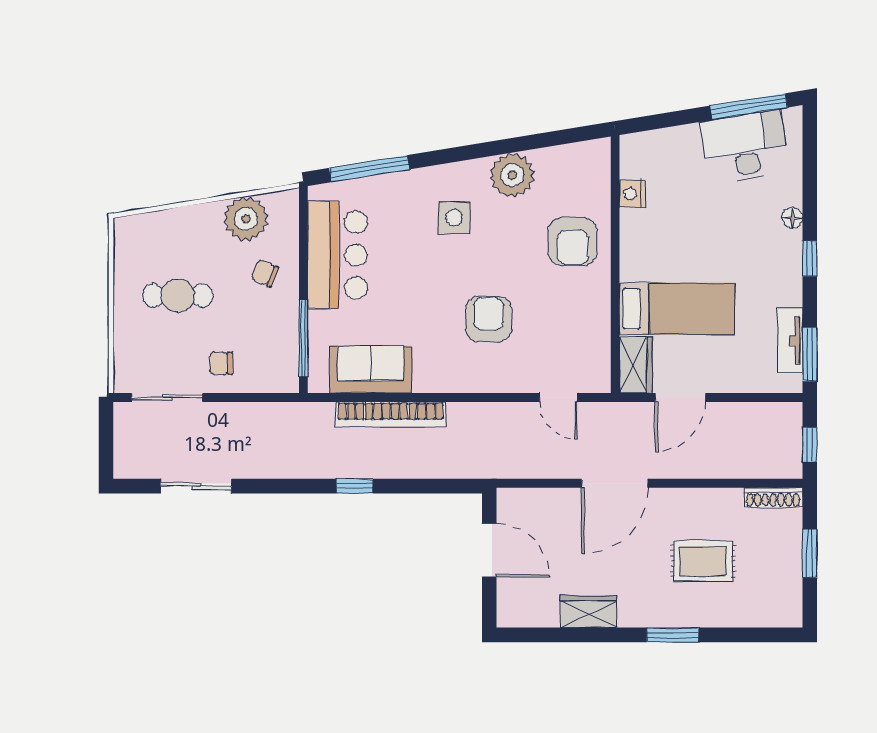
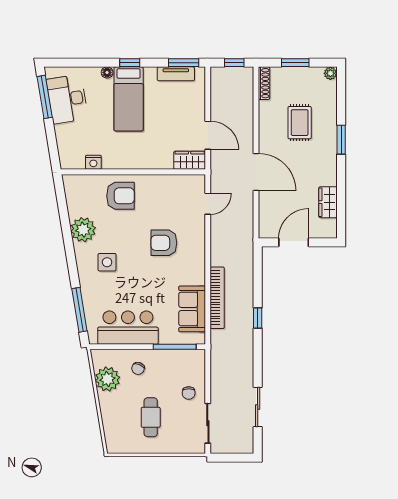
bed: (677, 309) -> (129, 99), moved, turned 180
wardrobe: (588, 612) -> (328, 202), moved
plant: (791, 616) -> (330, 73), added

